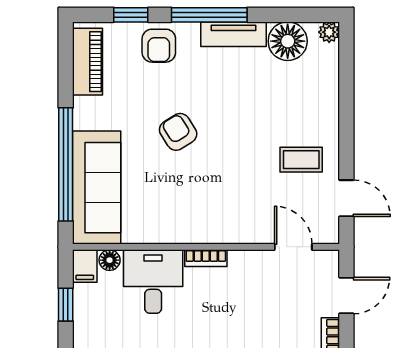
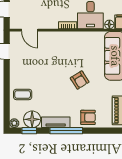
window: (131, 15) -> (29, 131), moved
armchair: (159, 46) -> (88, 117), turned 90
coffee table: (301, 160) -> (23, 94), moved

